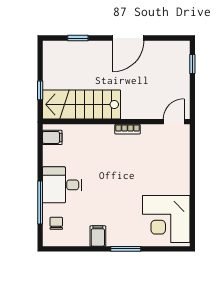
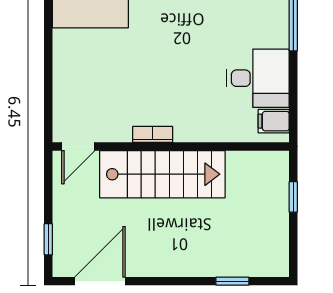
door: (128, 38) -> (100, 281), moved
stairs: (82, 104) -> (162, 174), moved
desk: (62, 185) -> (258, 78), moved

